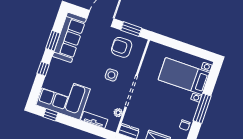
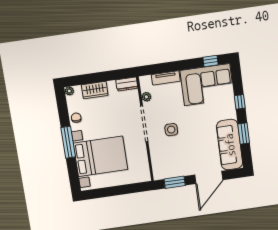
armchair: (122, 47) -> (175, 161), removed
bed with nightstands: (184, 76) -> (101, 156), width x1.36

